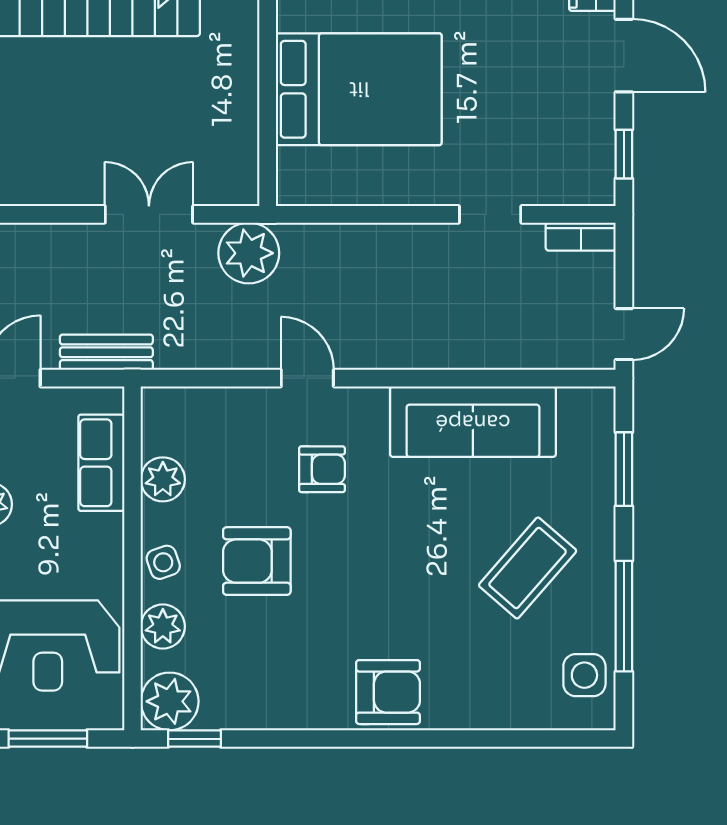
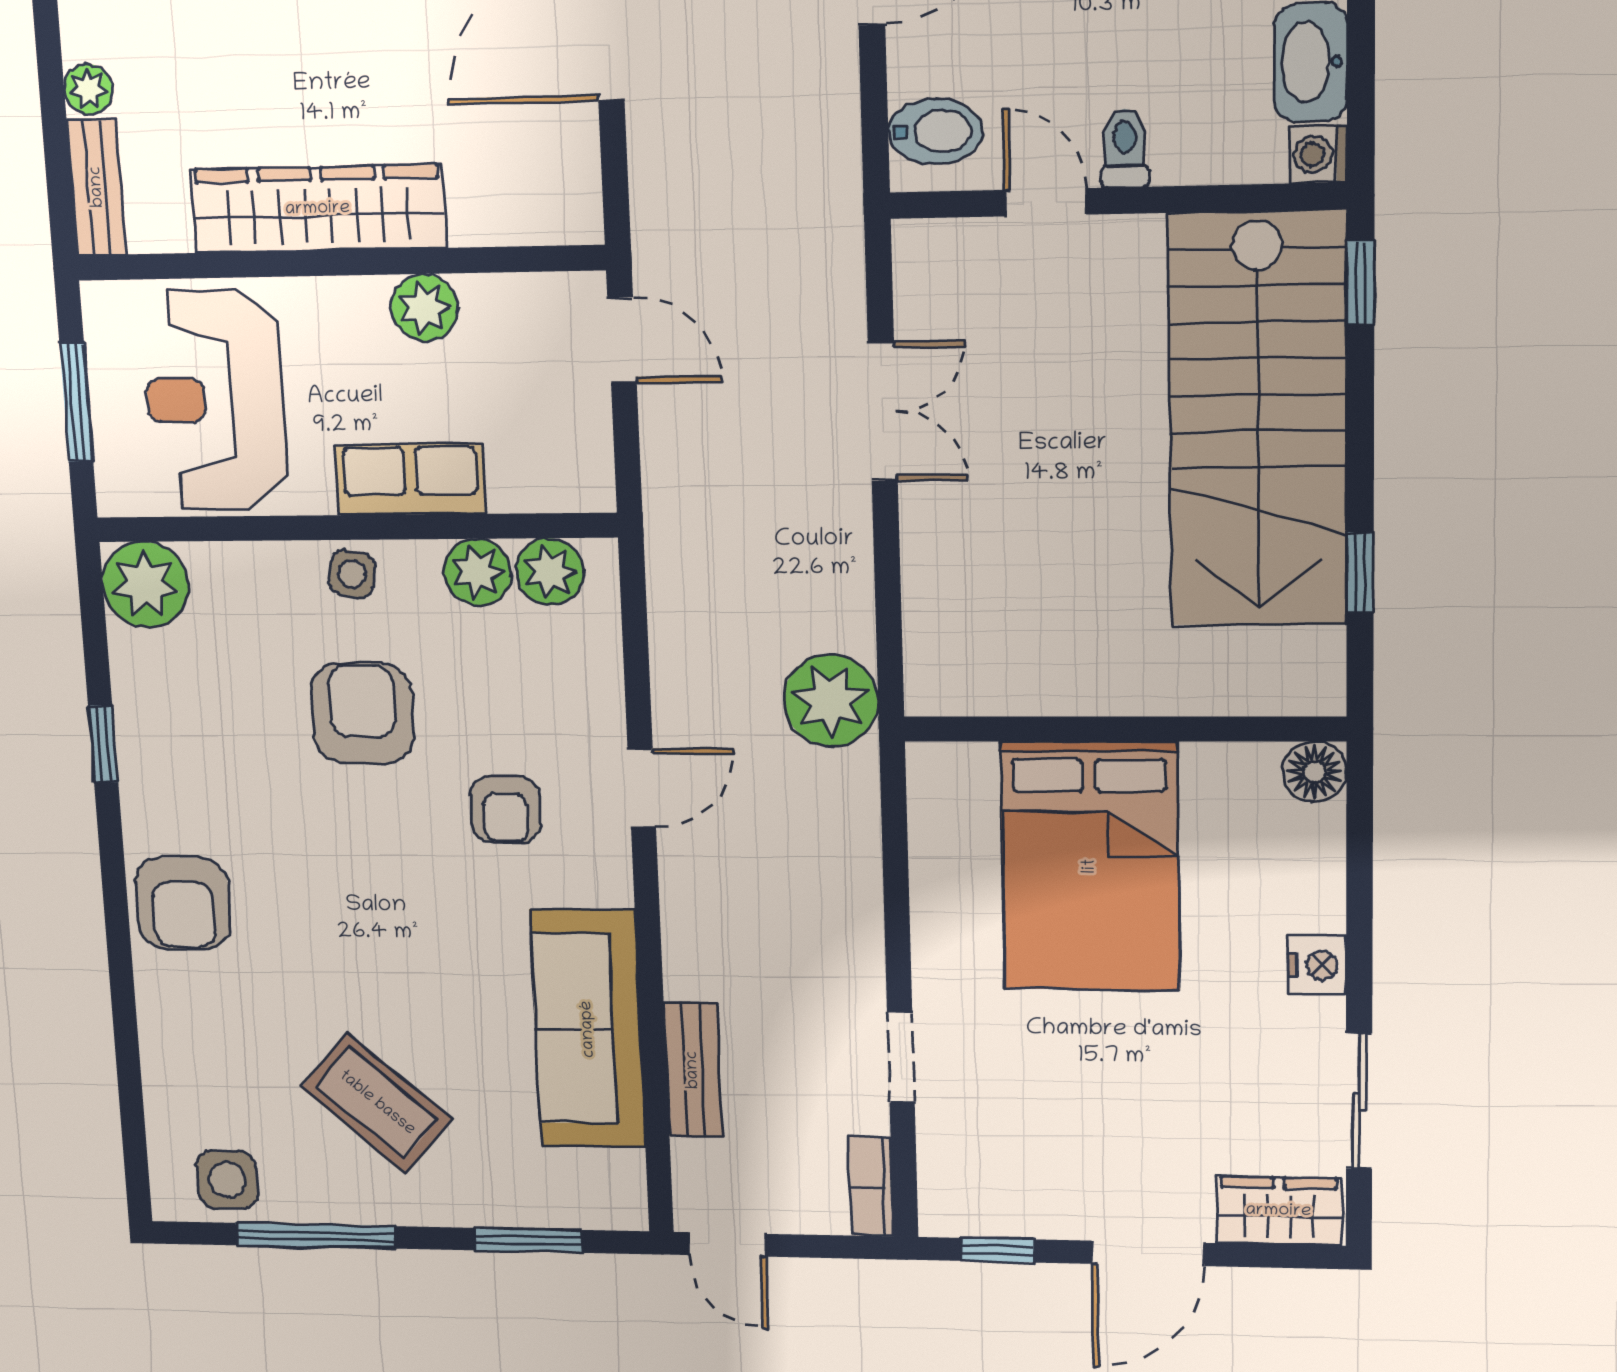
double door: (149, 214) -> (883, 412), moved
bench: (106, 352) -> (693, 1070), moved
row of seats: (101, 463) -> (410, 479), moved
side table: (163, 562) -> (352, 574), turned 30
plant: (163, 626) -> (550, 572), moved
window: (194, 739) -> (103, 744), moved

